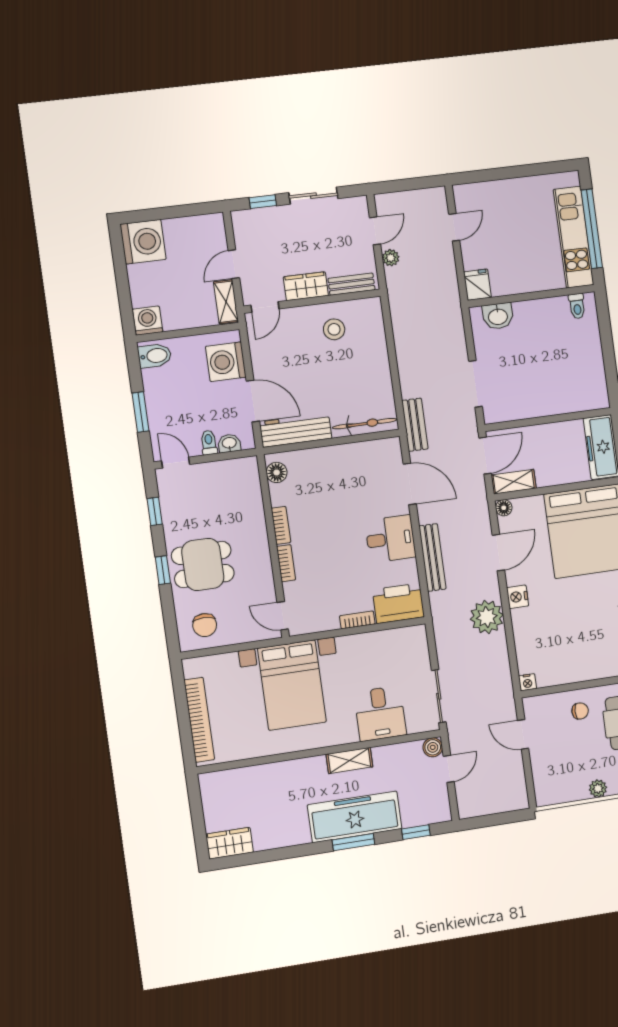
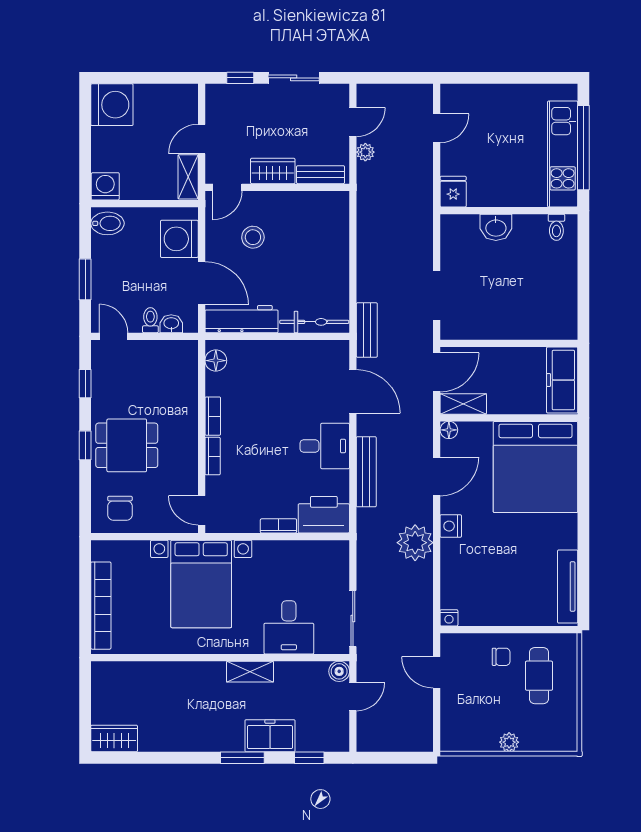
washbasin: (498, 316) -> (496, 227), moved
stool: (334, 329) -> (253, 237), moved
freezer: (355, 817) -> (270, 736), width x0.52, depth x0.79

